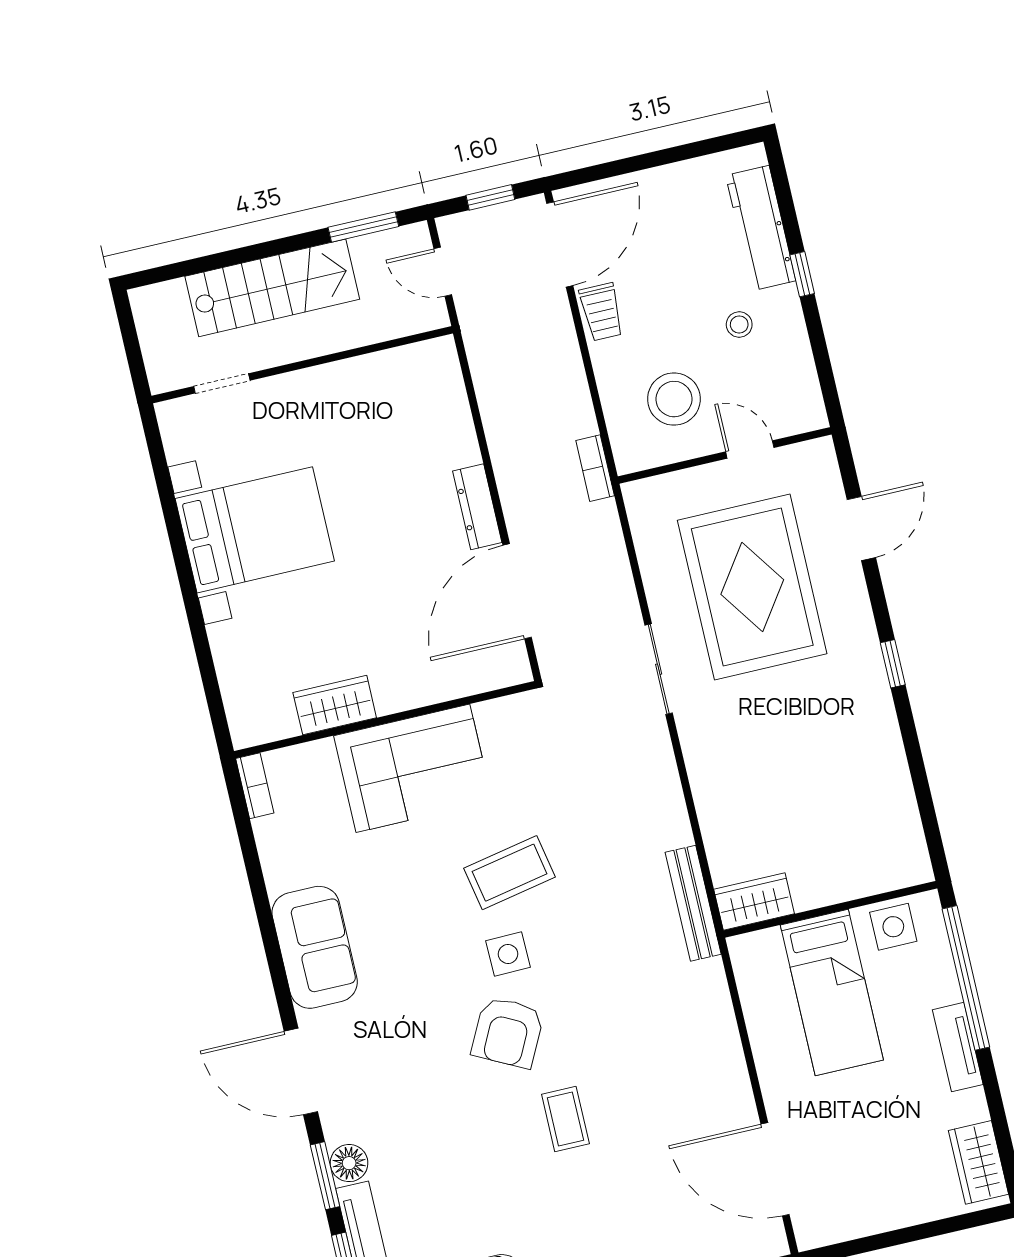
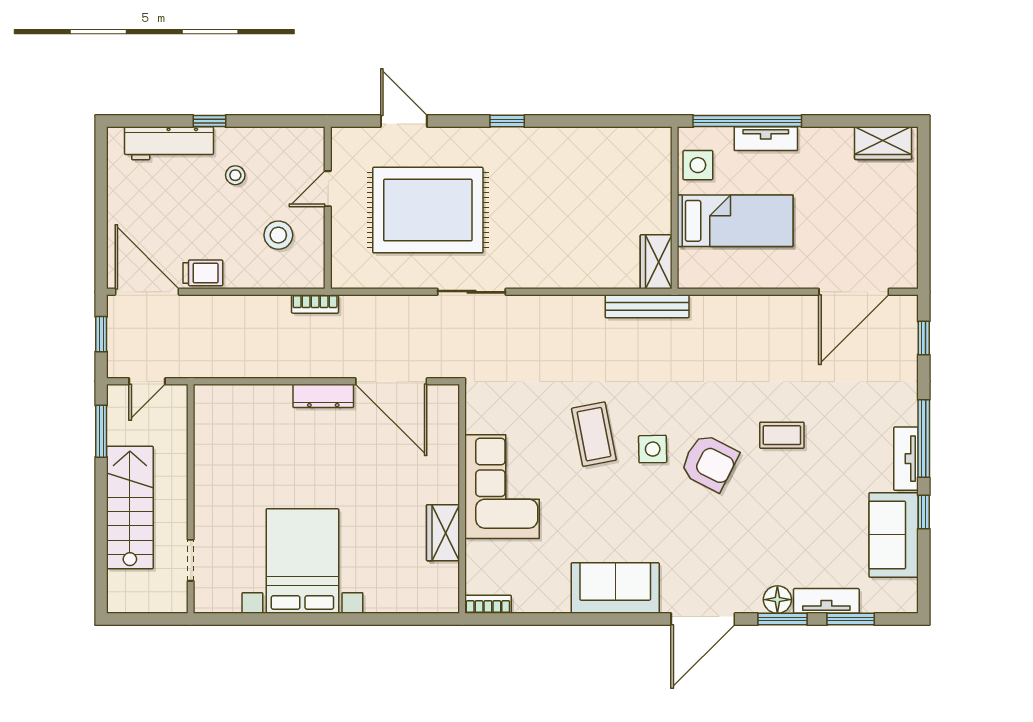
stool: (674, 399) -> (278, 235), width x0.73, depth x0.73
tv unit: (958, 1047) -> (766, 139), moved

